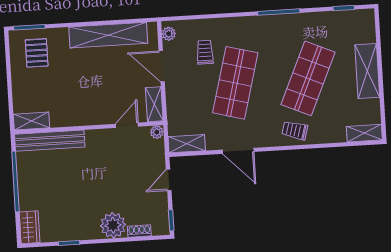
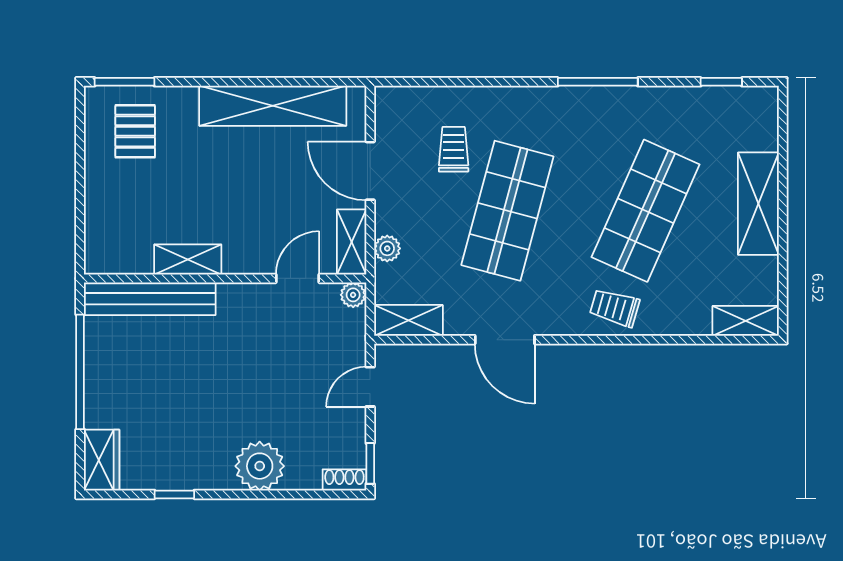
plant: (169, 34) -> (387, 248), moved
shelving: (31, 121) -> (188, 259), moved
shoe rack: (139, 231) -> (344, 480), moved

